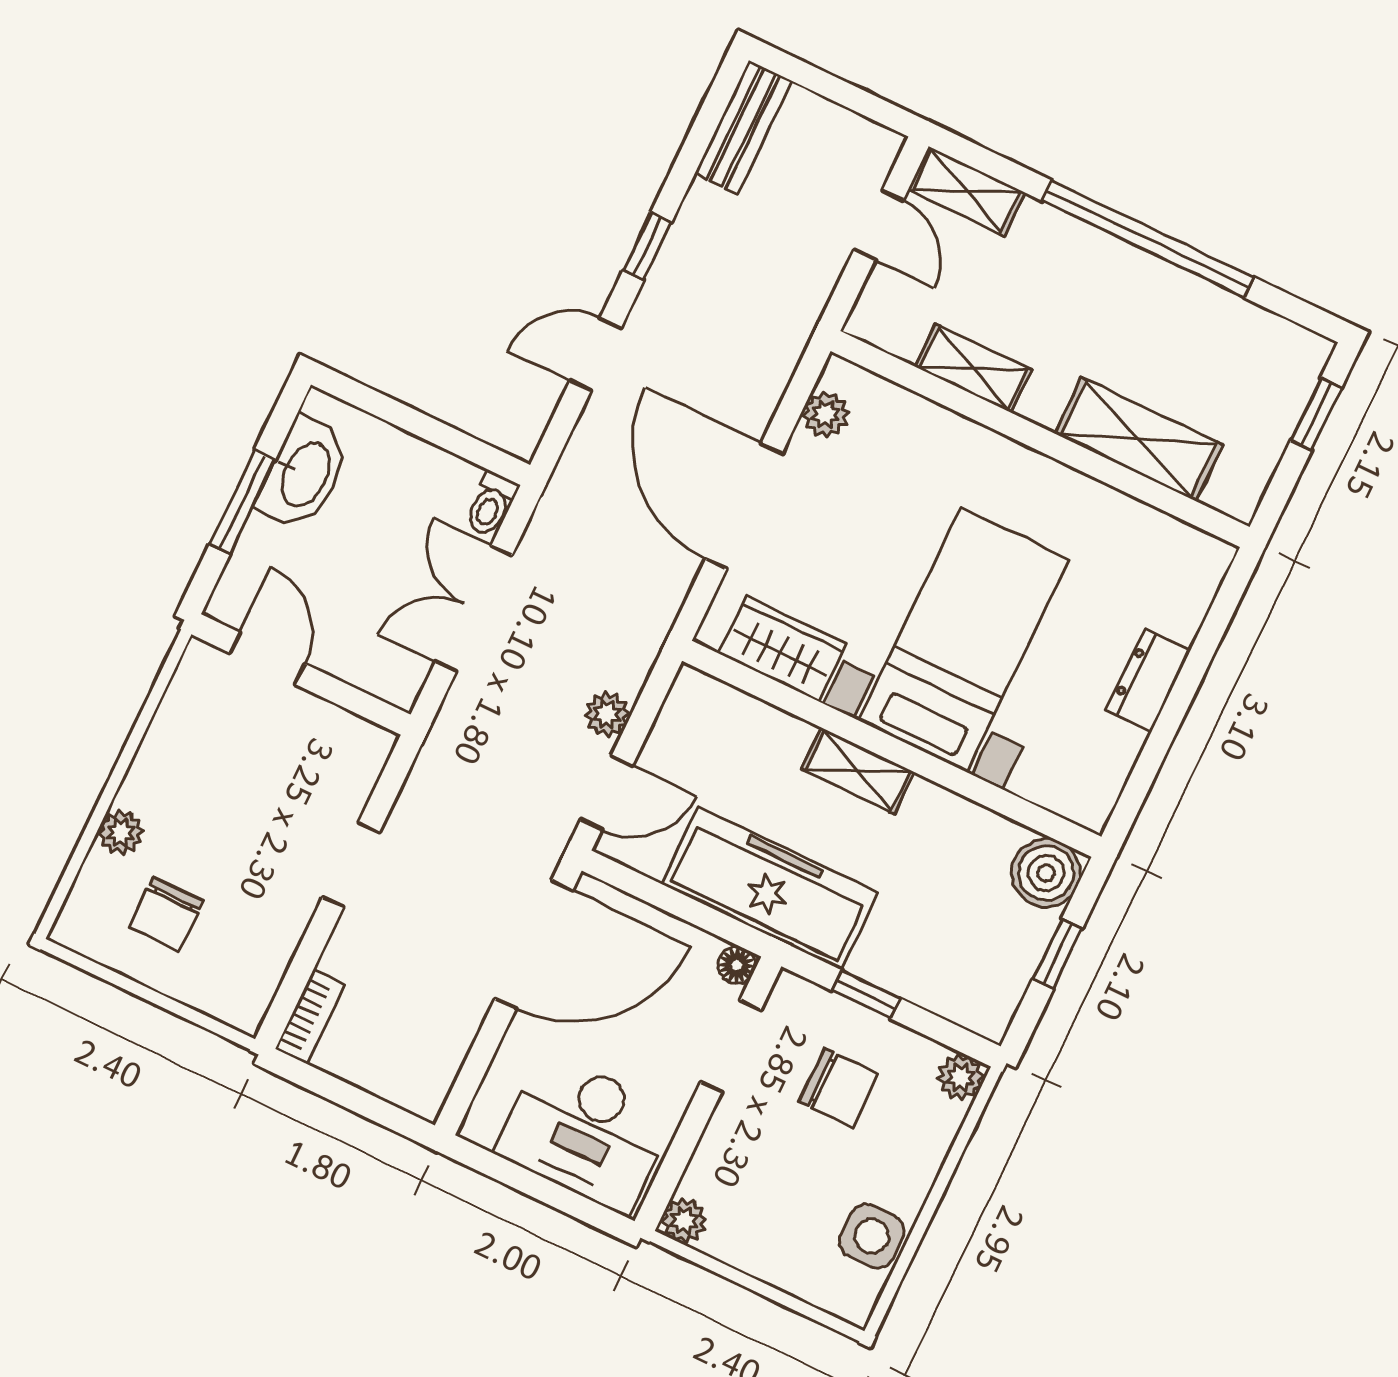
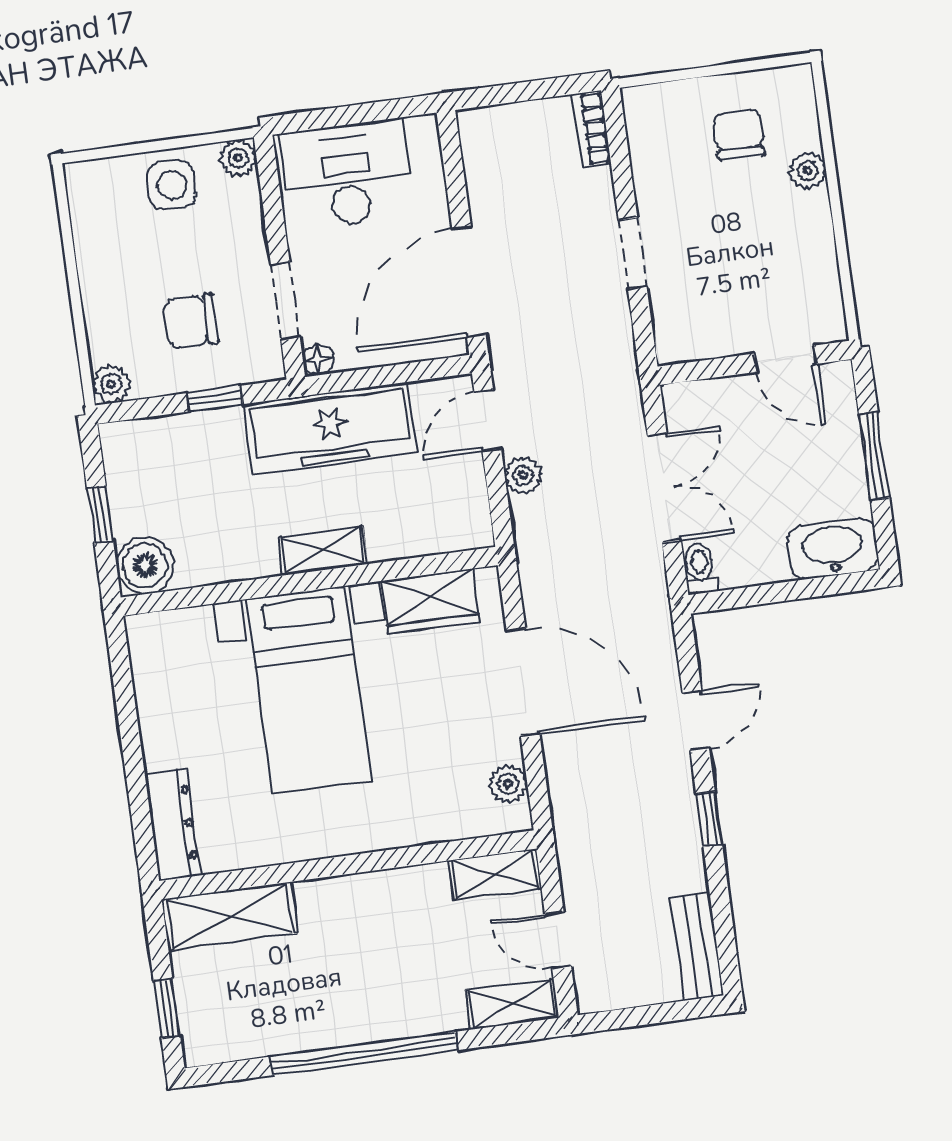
shelving: (973, 368) -> (495, 874), moved
shelving: (1139, 439) -> (230, 916), moved
washbasin: (304, 474) -> (833, 549), moved, turned 90
dresser: (1148, 680) -> (173, 824), moved, width x1.44
side table: (872, 1236) -> (172, 185), moved

